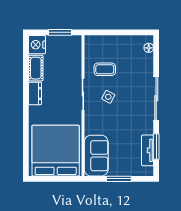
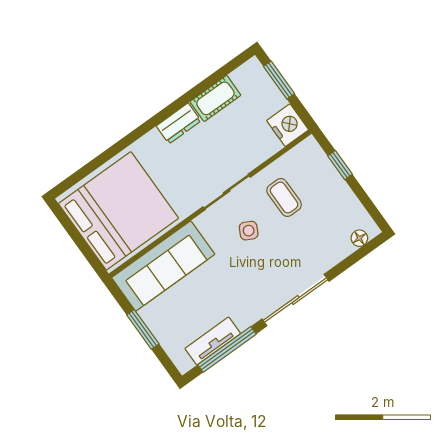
window: (60, 32) -> (279, 80), moved
window: (108, 32) -> (340, 165), added
nightstand: (37, 45) -> (288, 125), moved, turned 90
window: (156, 146) -> (227, 349), width x1.44
sofa: (96, 156) -> (163, 266), width x1.36

